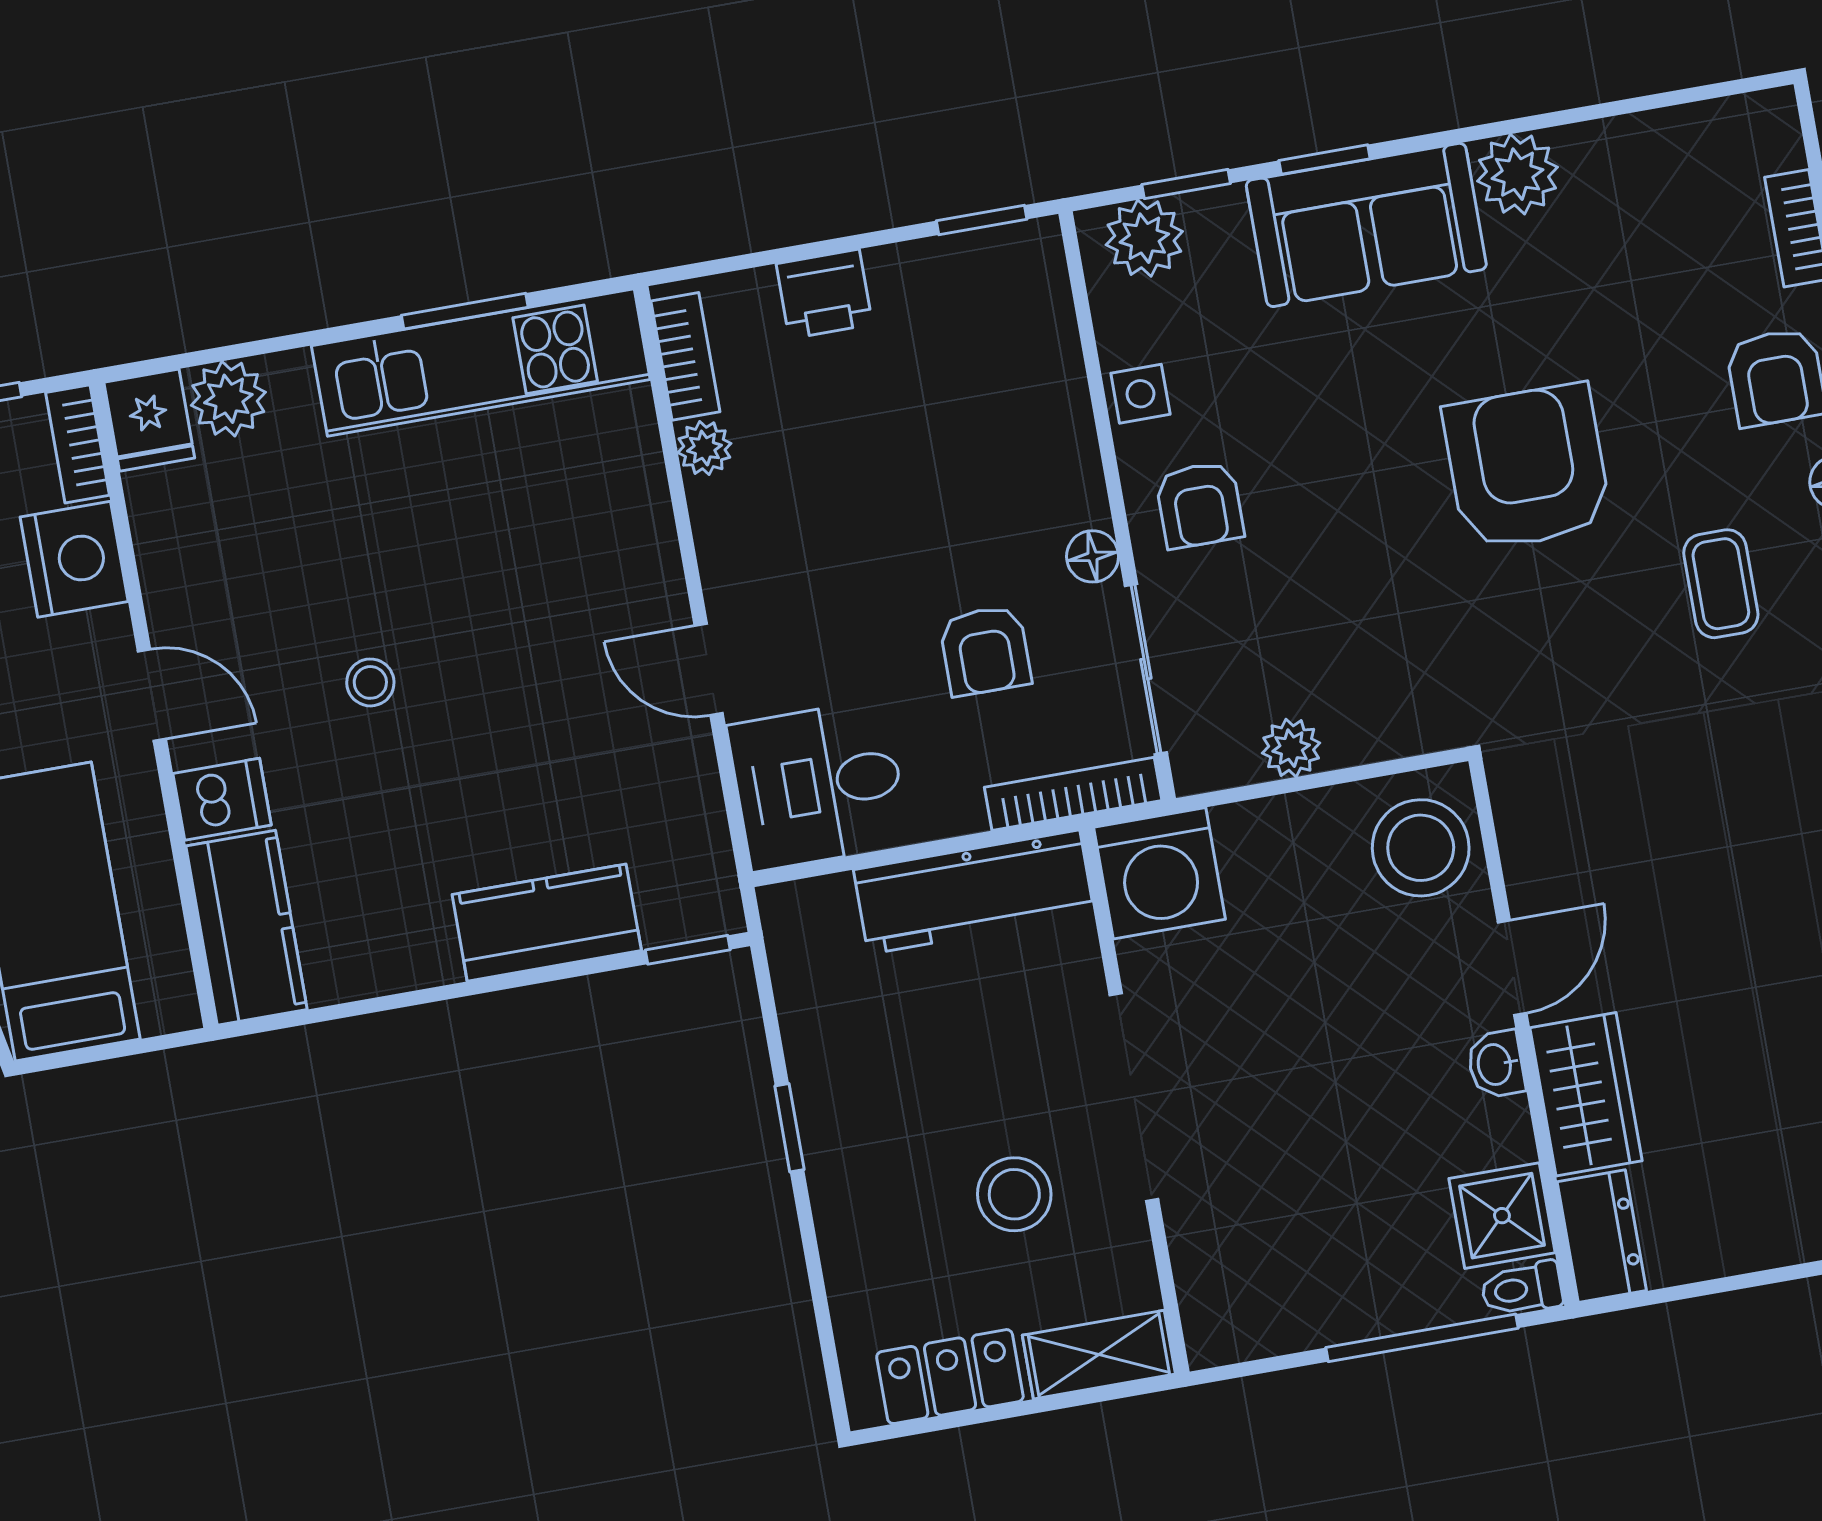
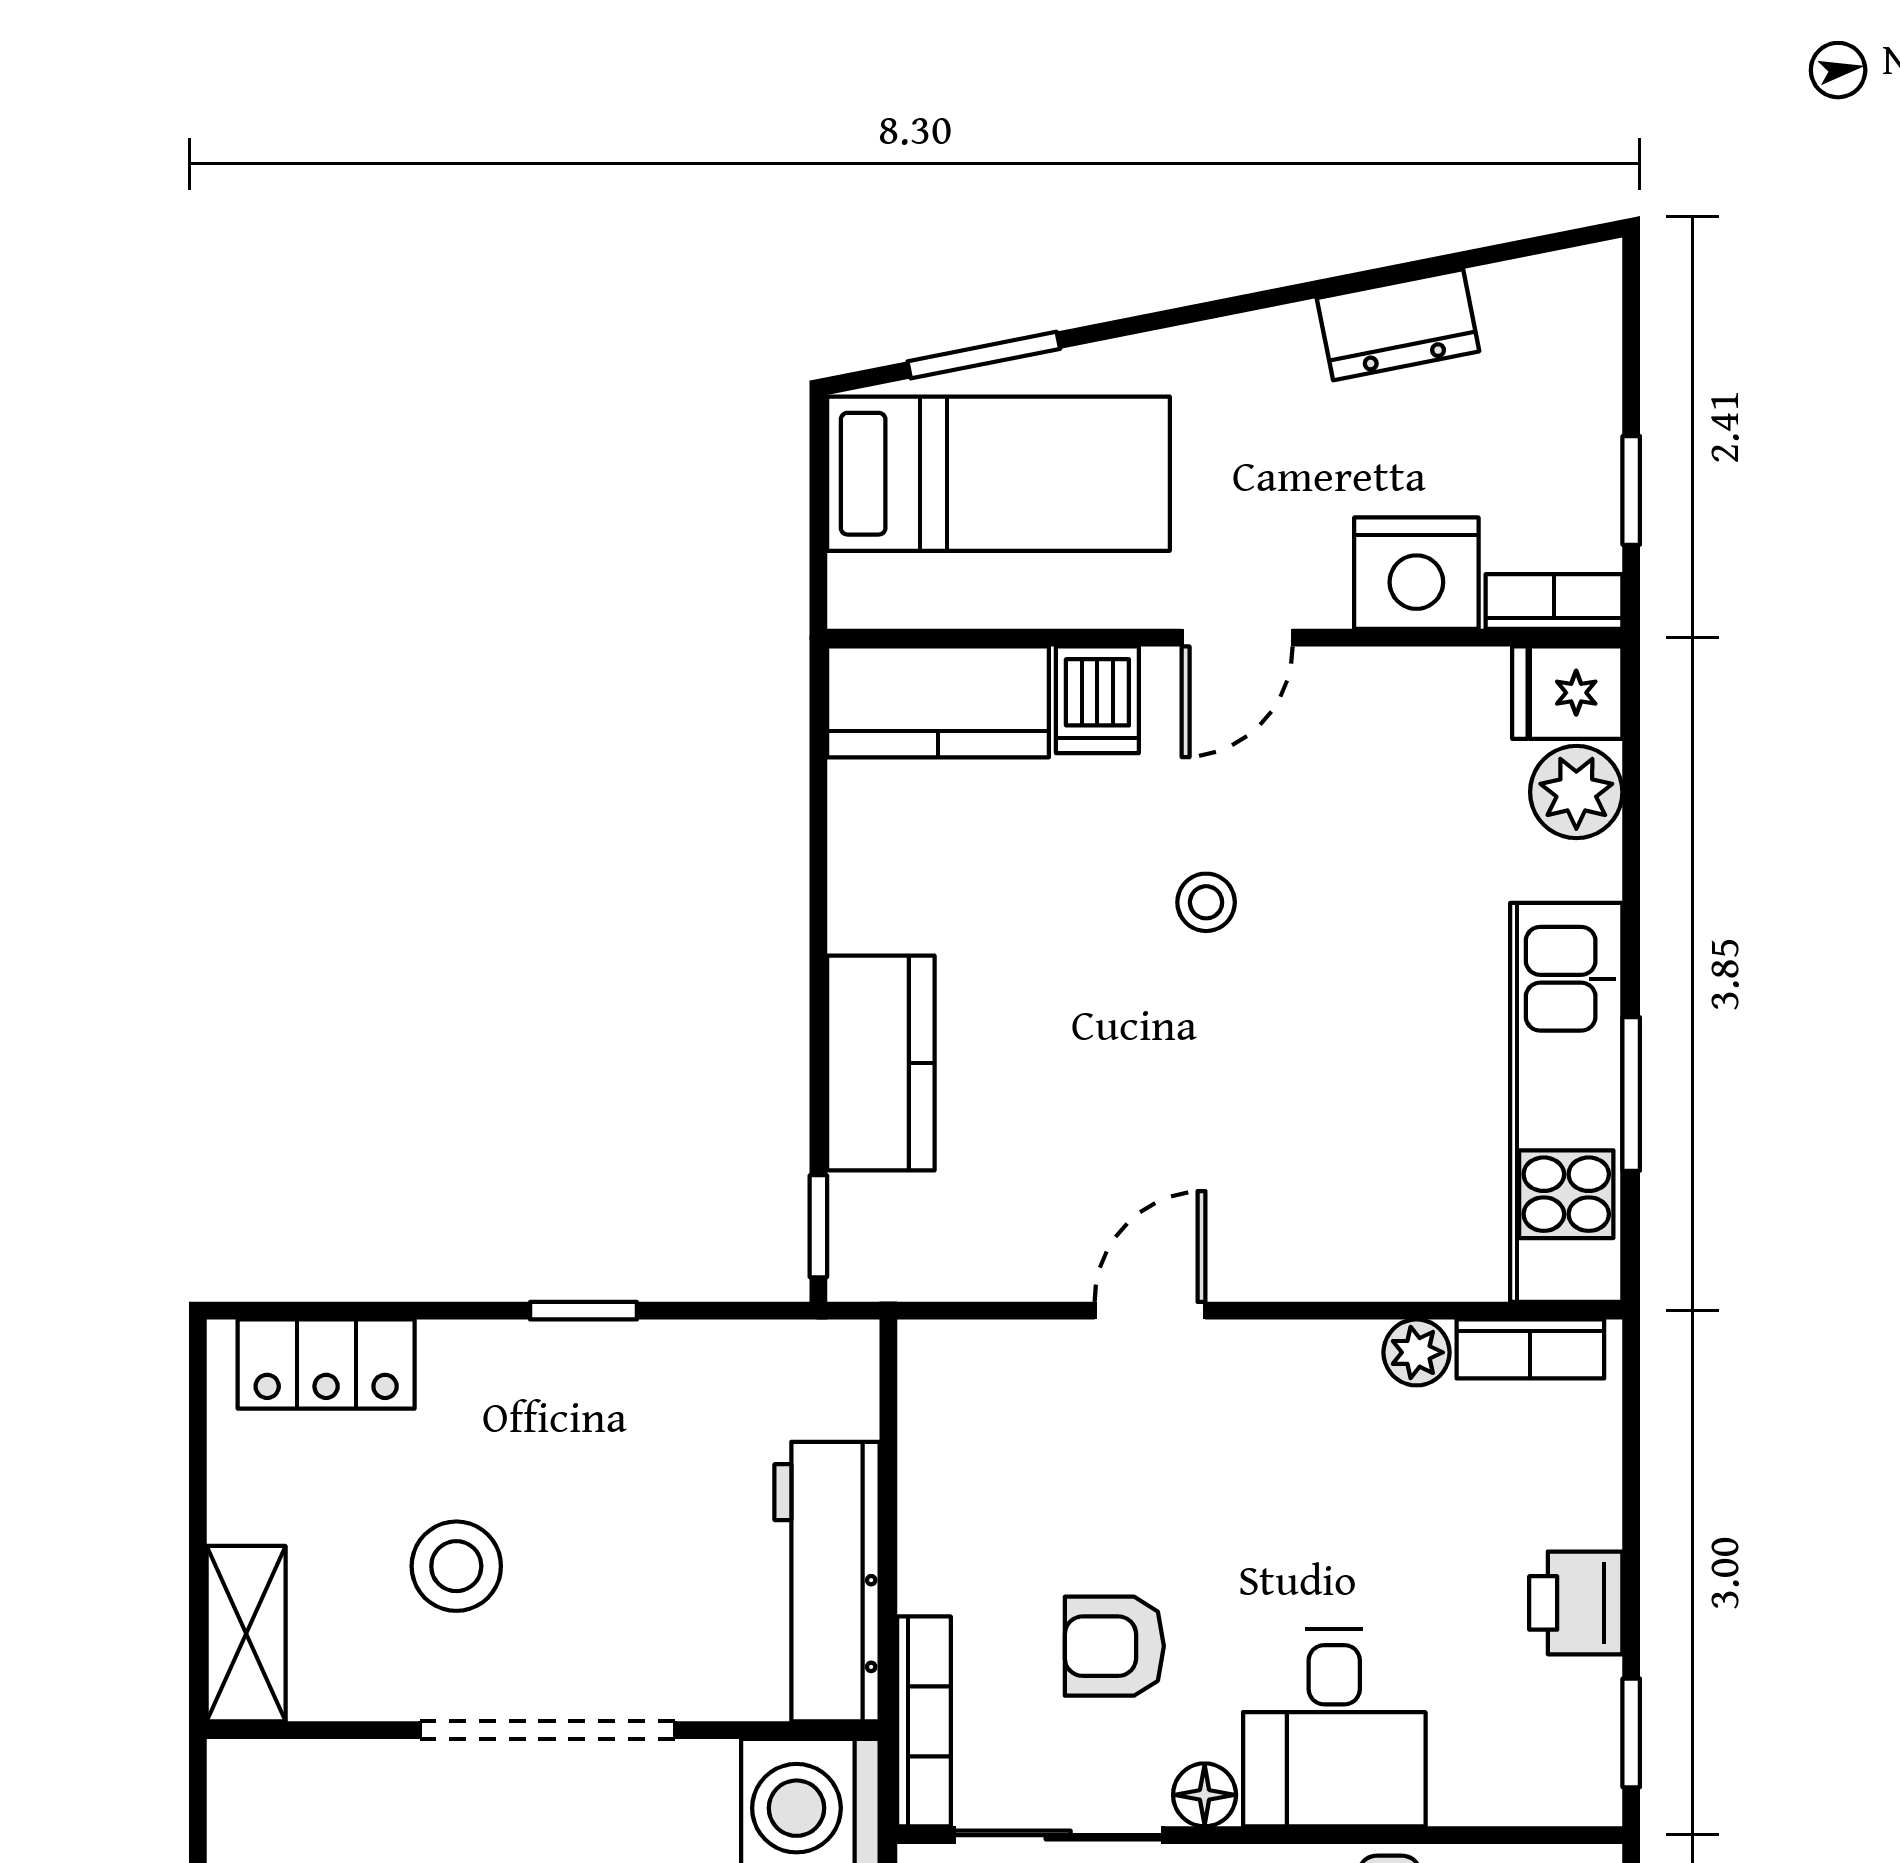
printer: (824, 294) -> (1576, 1603), moved
desk: (818, 785) -> (1334, 1728), moved, turned 180
locker: (950, 1377) -> (326, 1364), moved, turned 90

